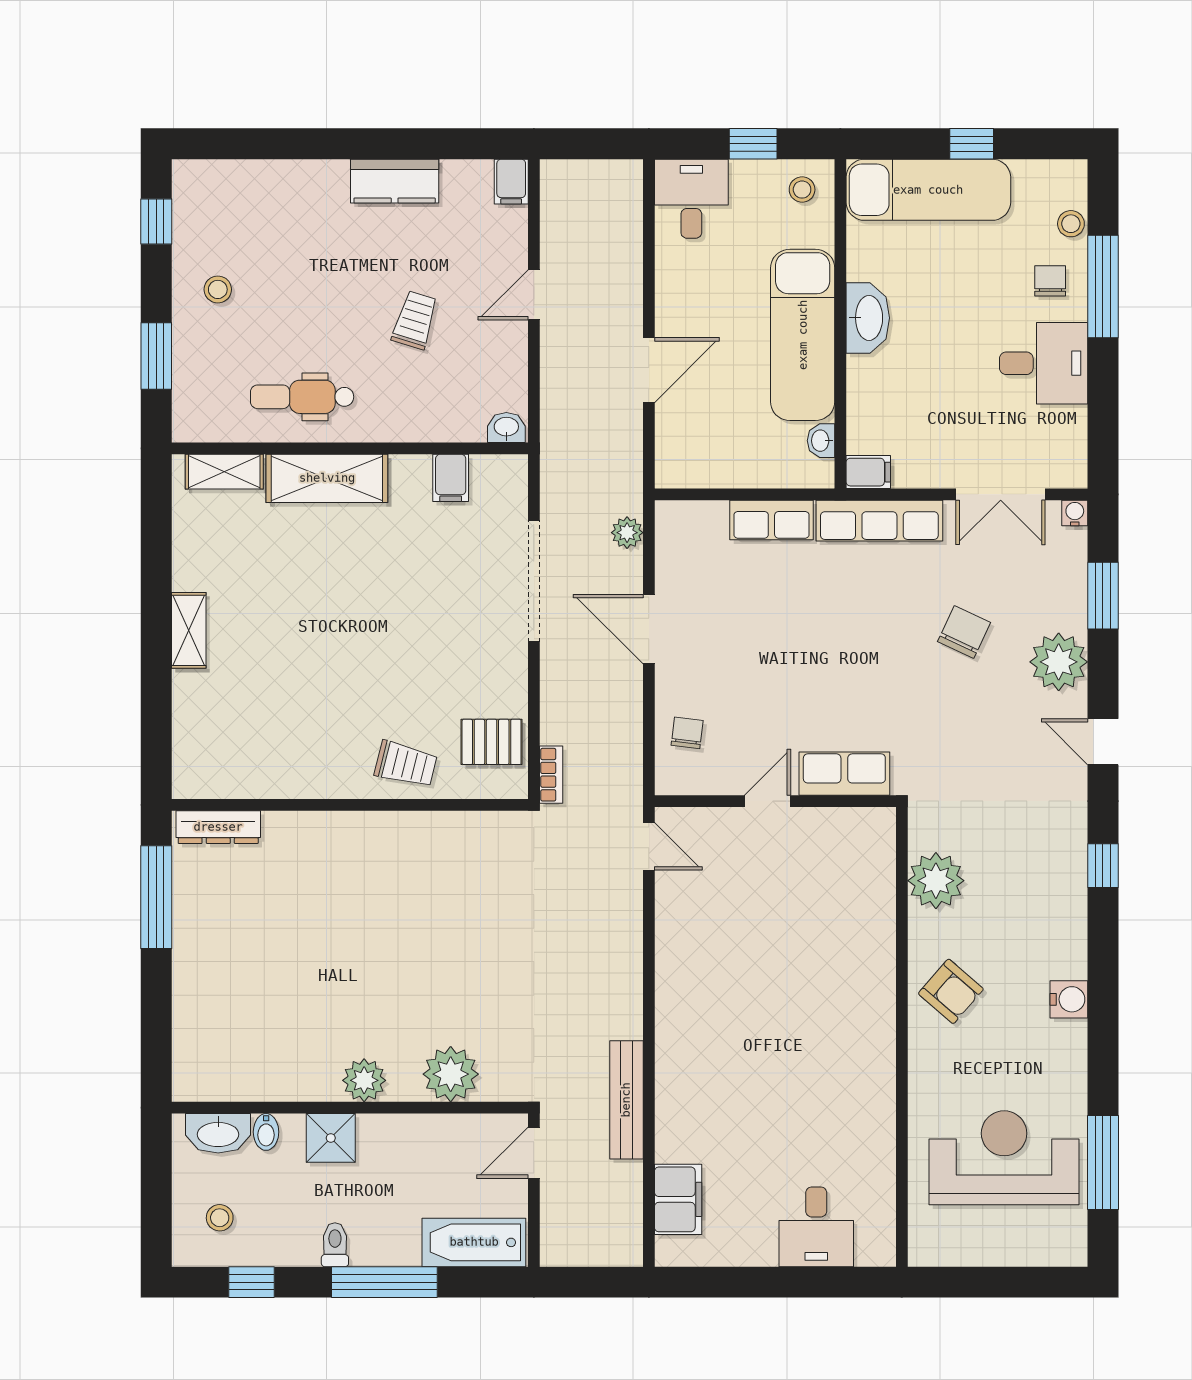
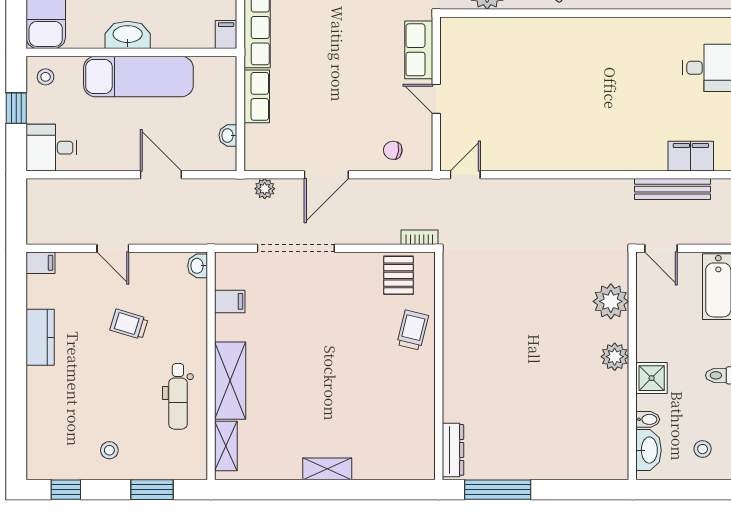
washbasin: (821, 441) -> (228, 135), moved, turned 90
bench: (626, 1100) -> (673, 189), moved

